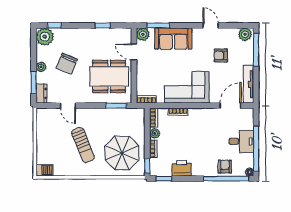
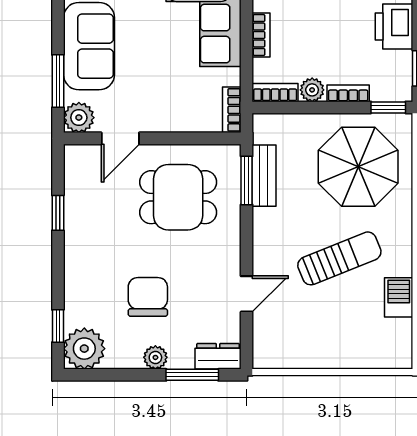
chair: (67, 64) -> (148, 297), turned -112
dining table: (109, 77) -> (178, 197), width x0.73
bench: (118, 113) -> (264, 176), added
barbecue: (44, 170) -> (399, 297), moved

